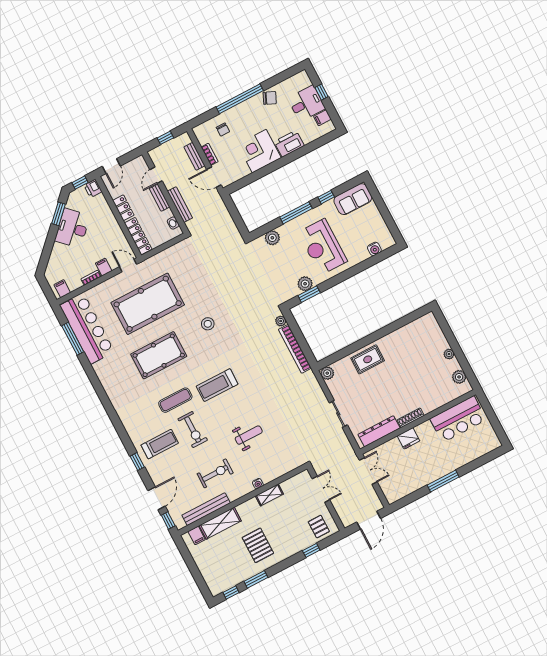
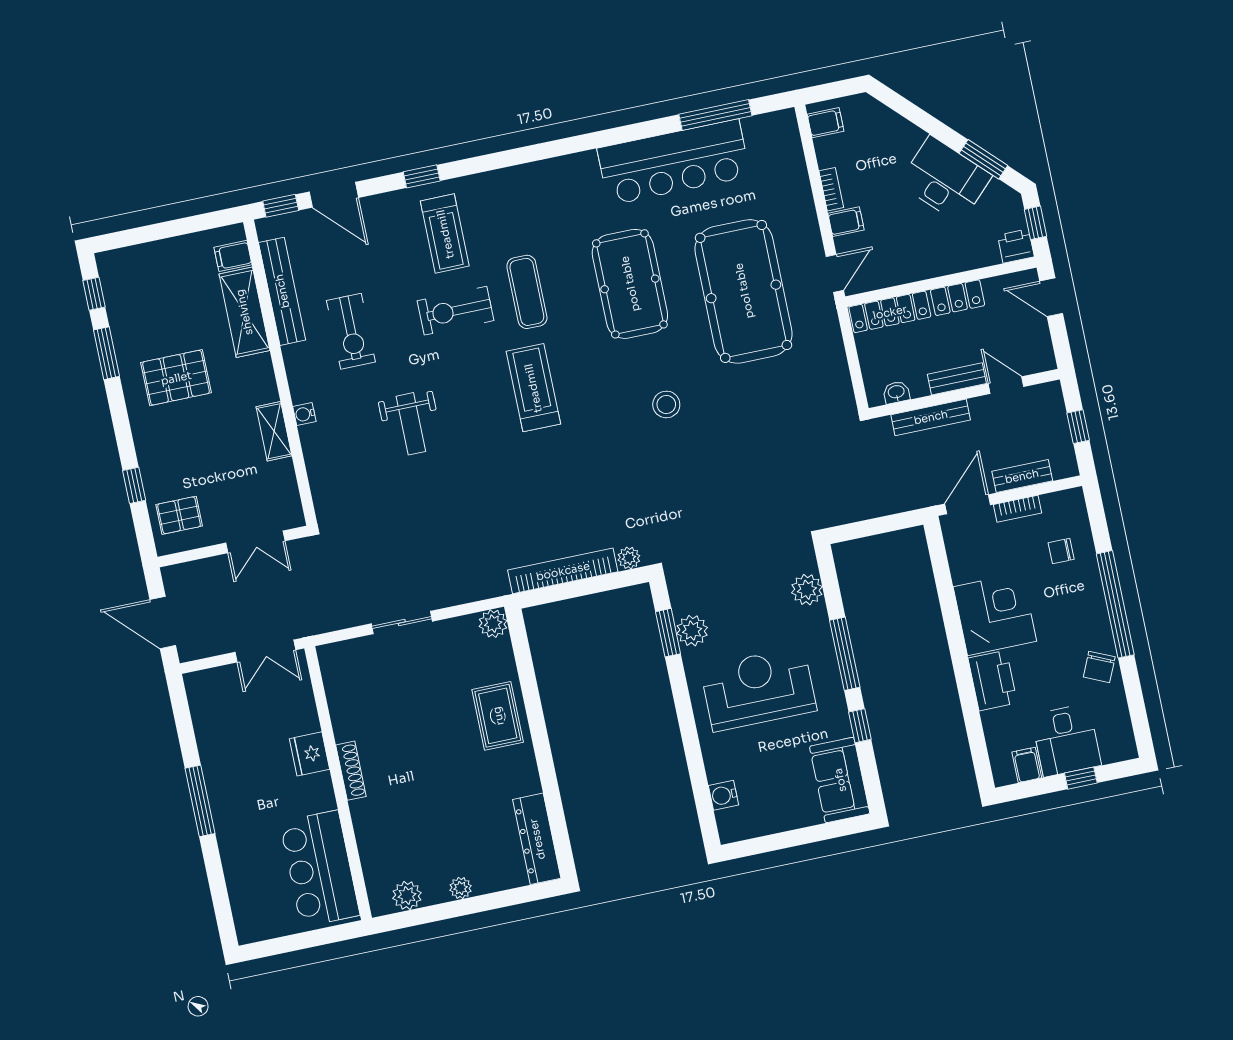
bar counter: (87, 329) -> (674, 162), moved
dresser: (379, 431) -> (537, 839), moved, turned 180

